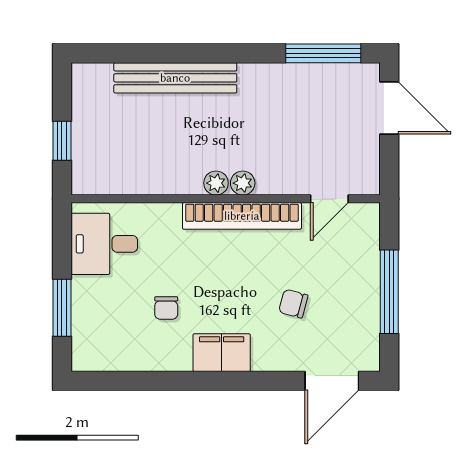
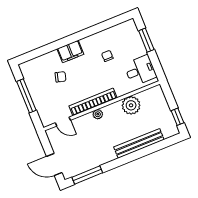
window: (62, 141) -> (177, 117), moved
plant: (216, 183) -> (131, 105), moved, width x1.88, depth x1.88
door: (329, 199) -> (63, 122), swing flipped
filing cabinet: (222, 353) -> (70, 51), moved
door: (332, 381) -> (34, 54), removed

